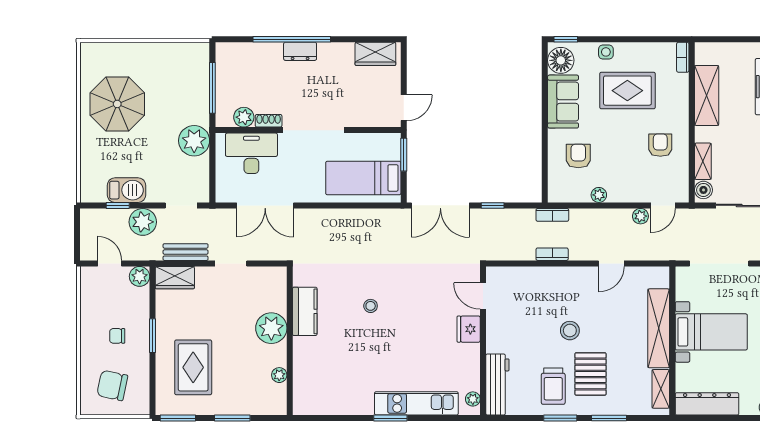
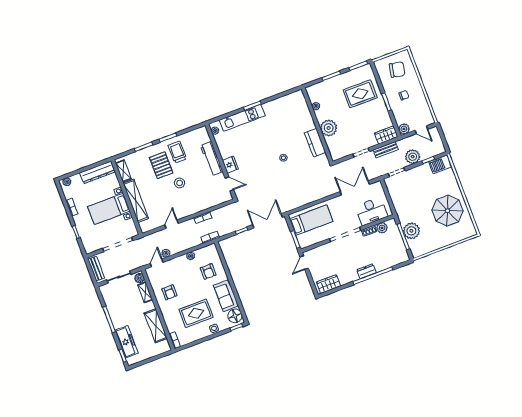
plant: (194, 141) -> (411, 231), moved
barbecue: (127, 190) -> (440, 164), moved
rug: (193, 367) -> (360, 94), turned 90
workbench: (497, 385) -> (212, 159), moved

